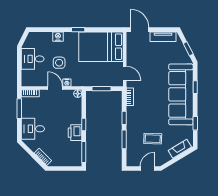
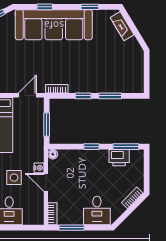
door: (55, 88) -> (46, 182), hinge flipped
printer: (75, 133) -> (119, 158), moved
coffee table: (153, 139) -> (109, 60), removed
door: (147, 168) -> (147, 67), removed

